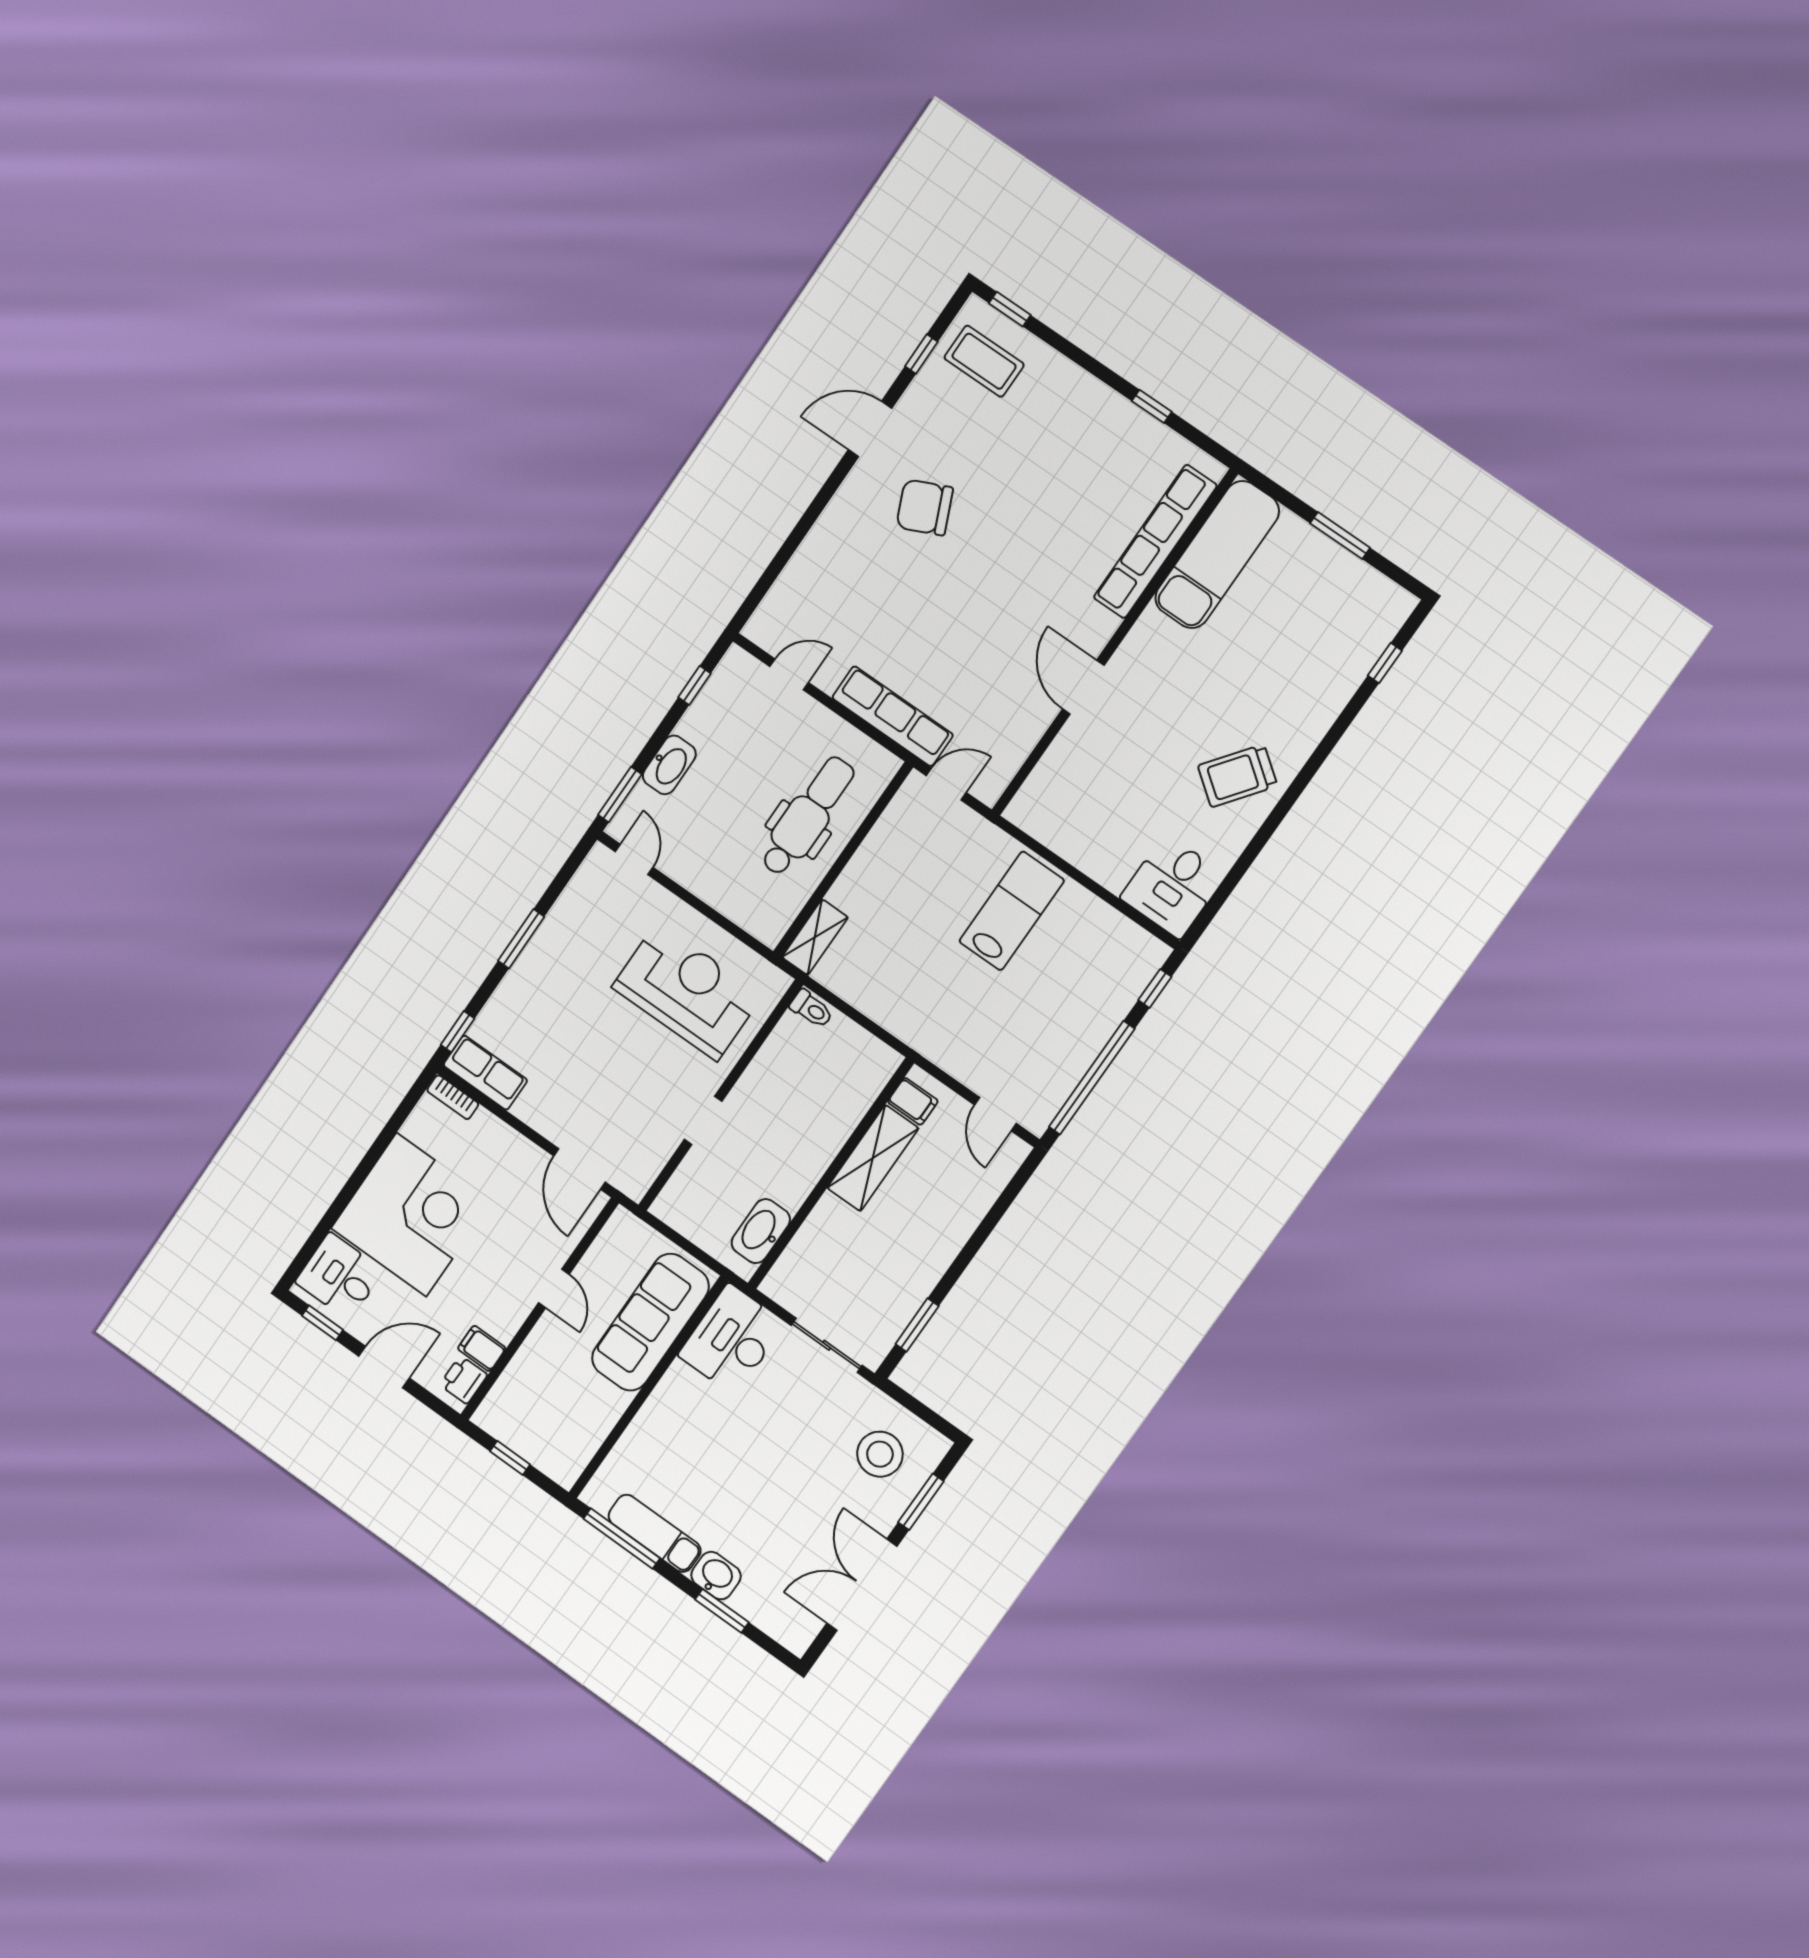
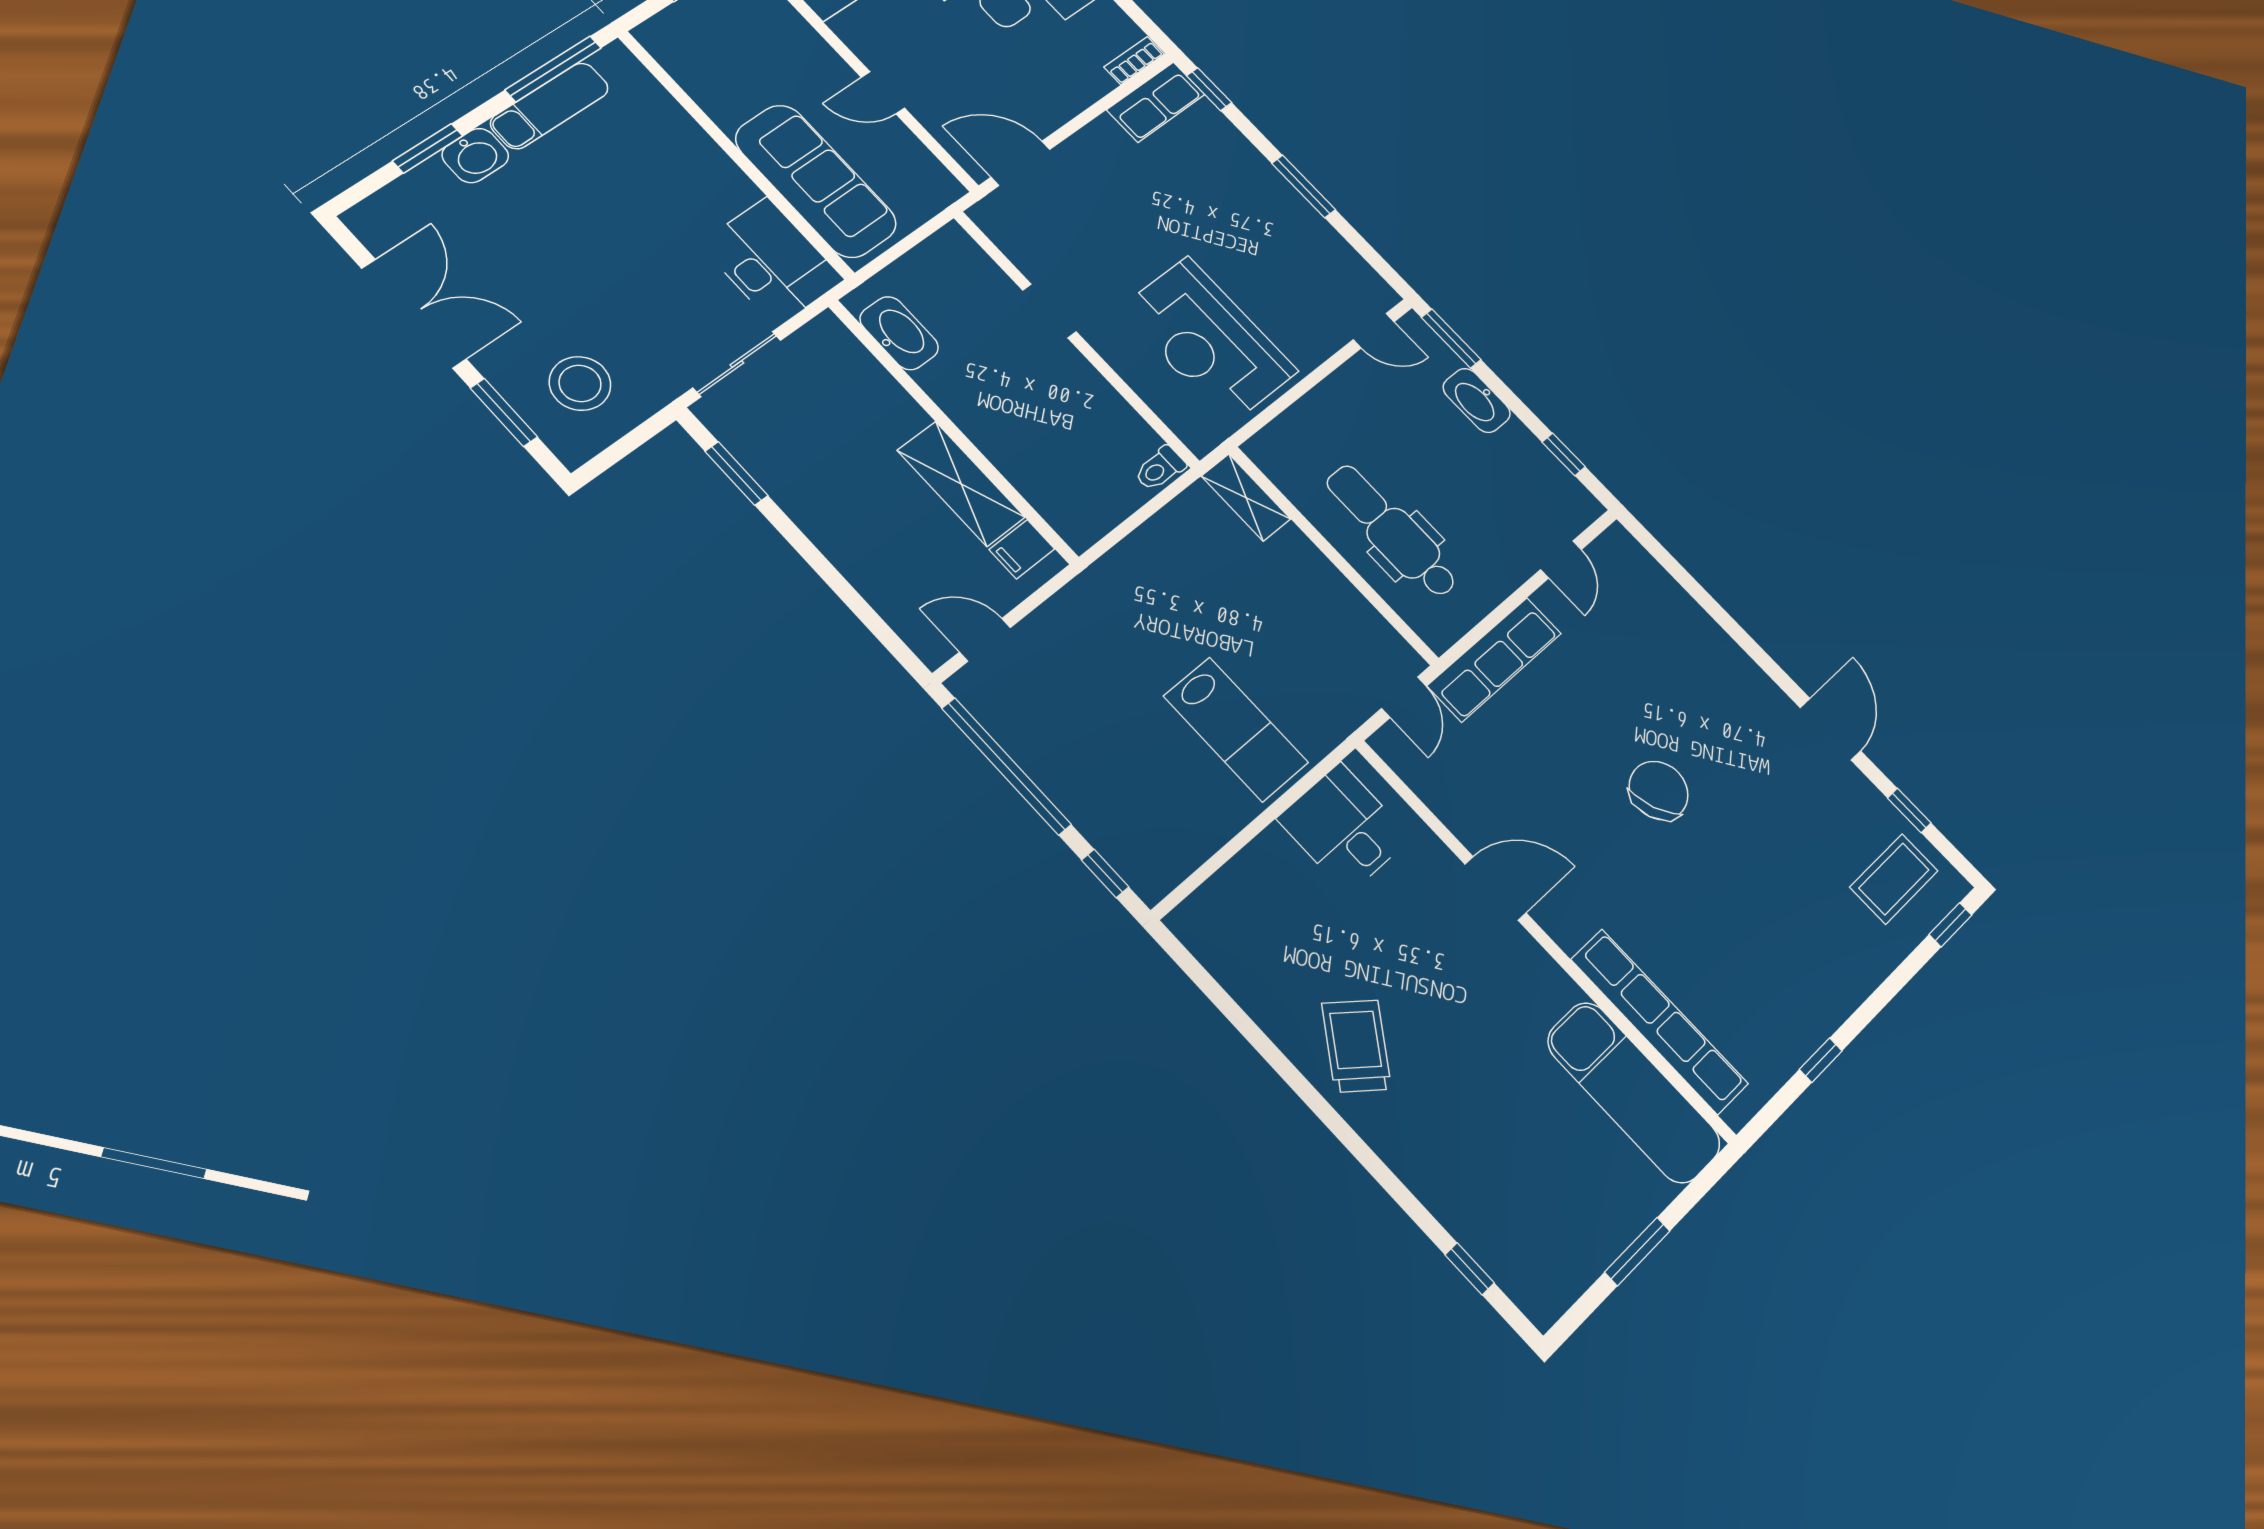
chair: (925, 507) -> (1659, 791), moved
dental chair: (807, 816) -> (1392, 531), turned 180
desk: (1173, 886) -> (1344, 828), moved
reception desk: (687, 991) -> (1208, 340), turned 90

